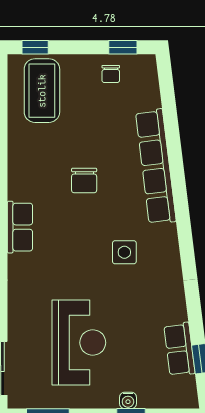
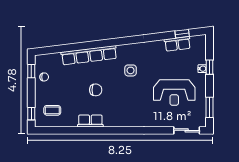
coffee table: (42, 91) -> (52, 110), width x0.54, depth x0.58
row of seats: (20, 227) -> (90, 121), moved
reception desk: (79, 343) -> (174, 92), turned 180

